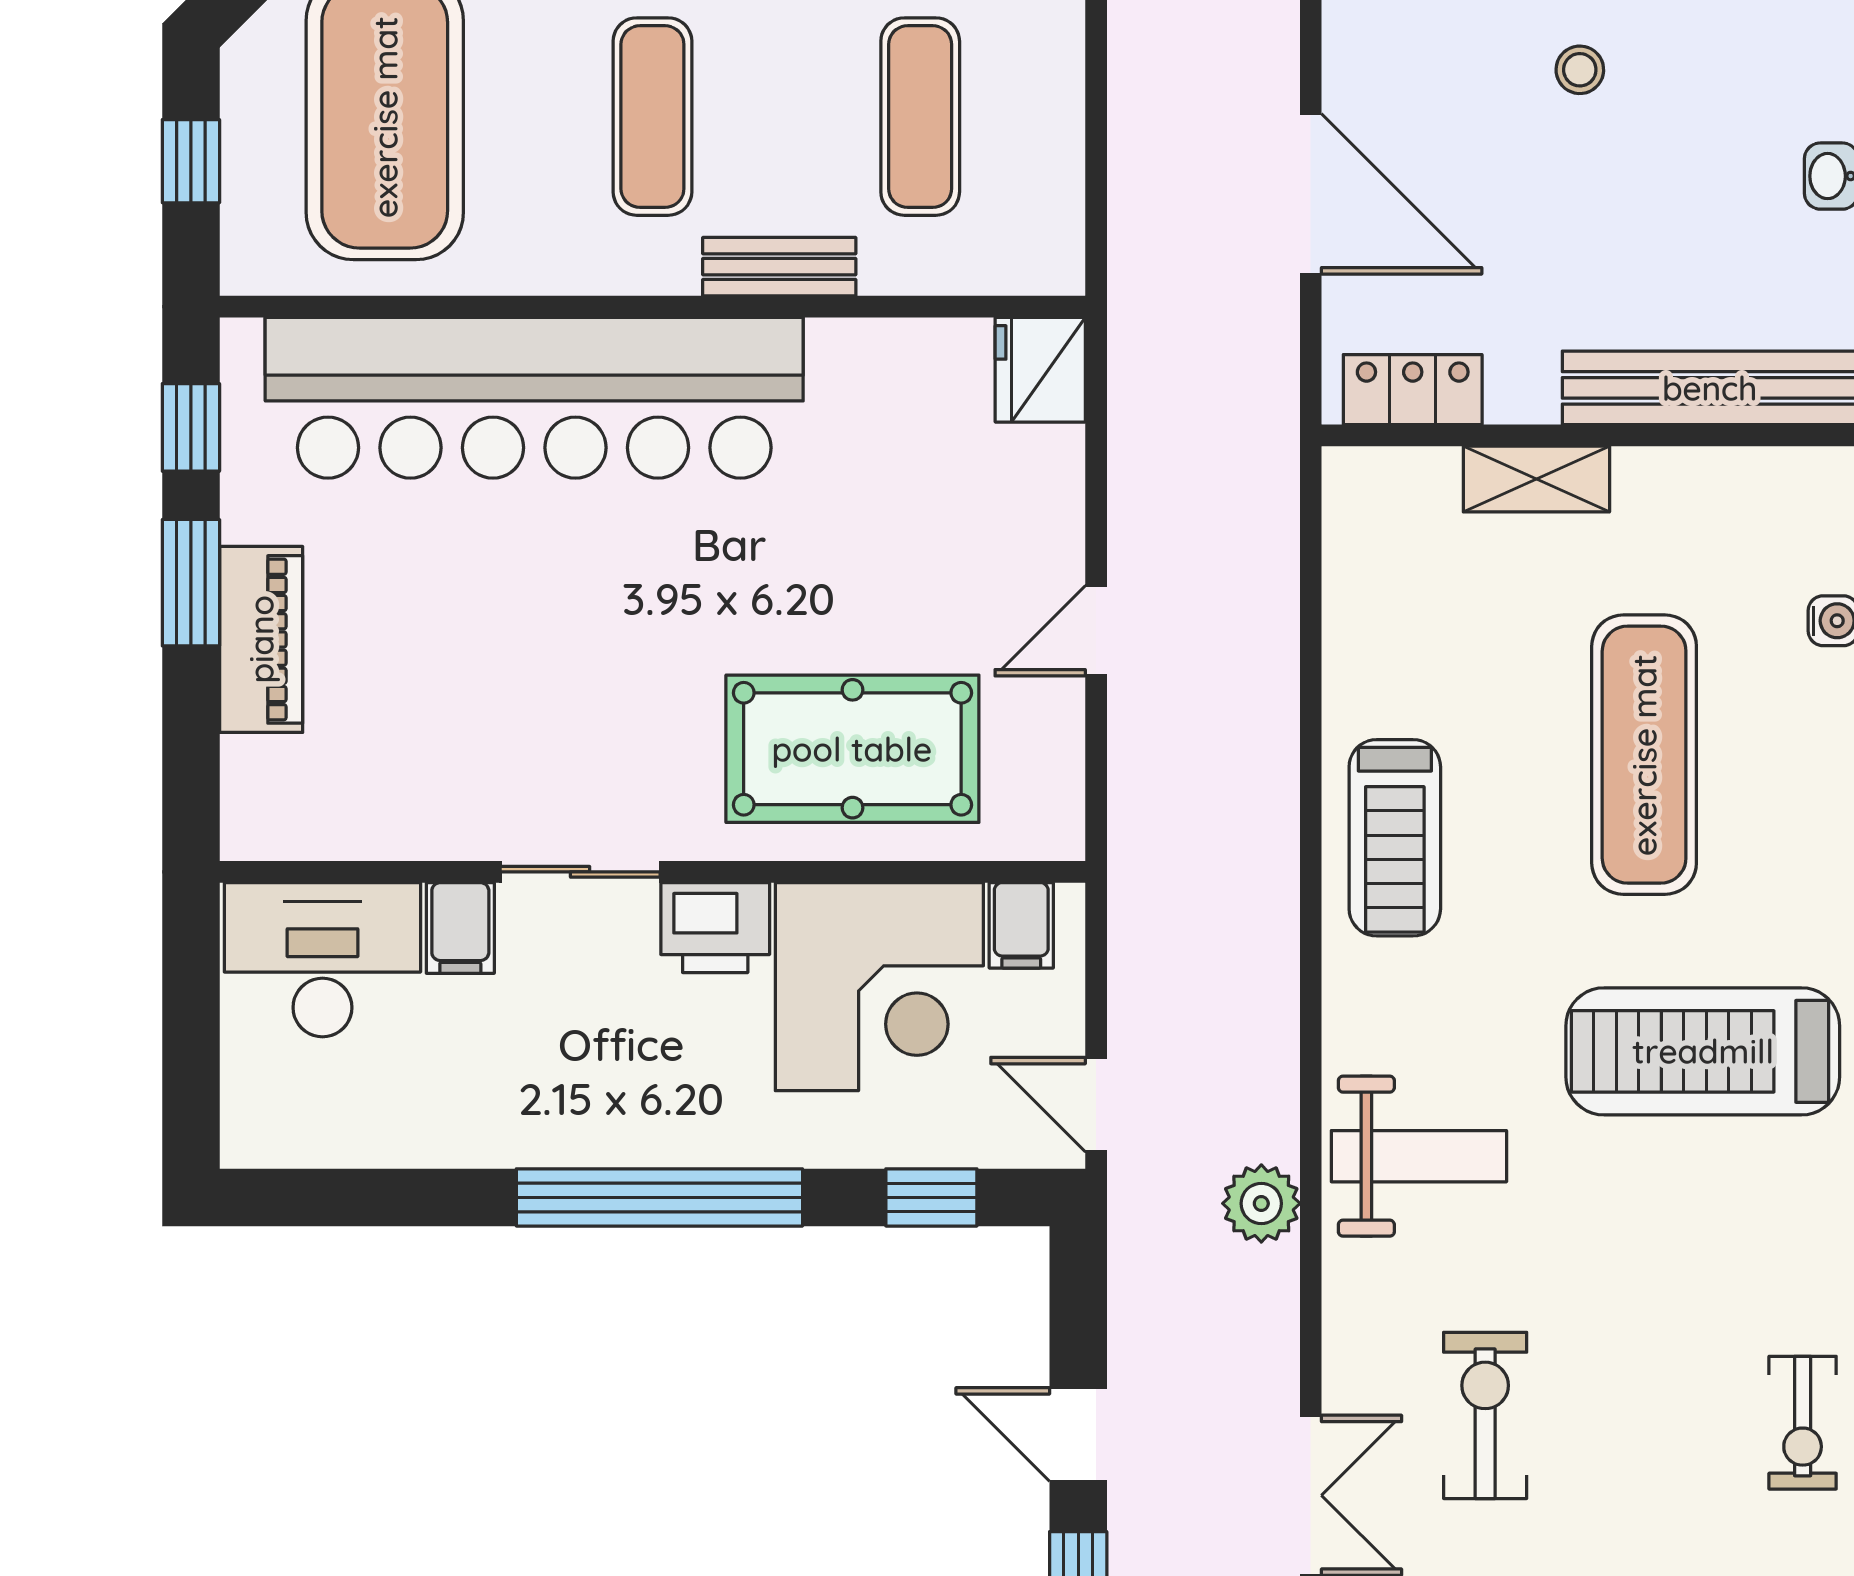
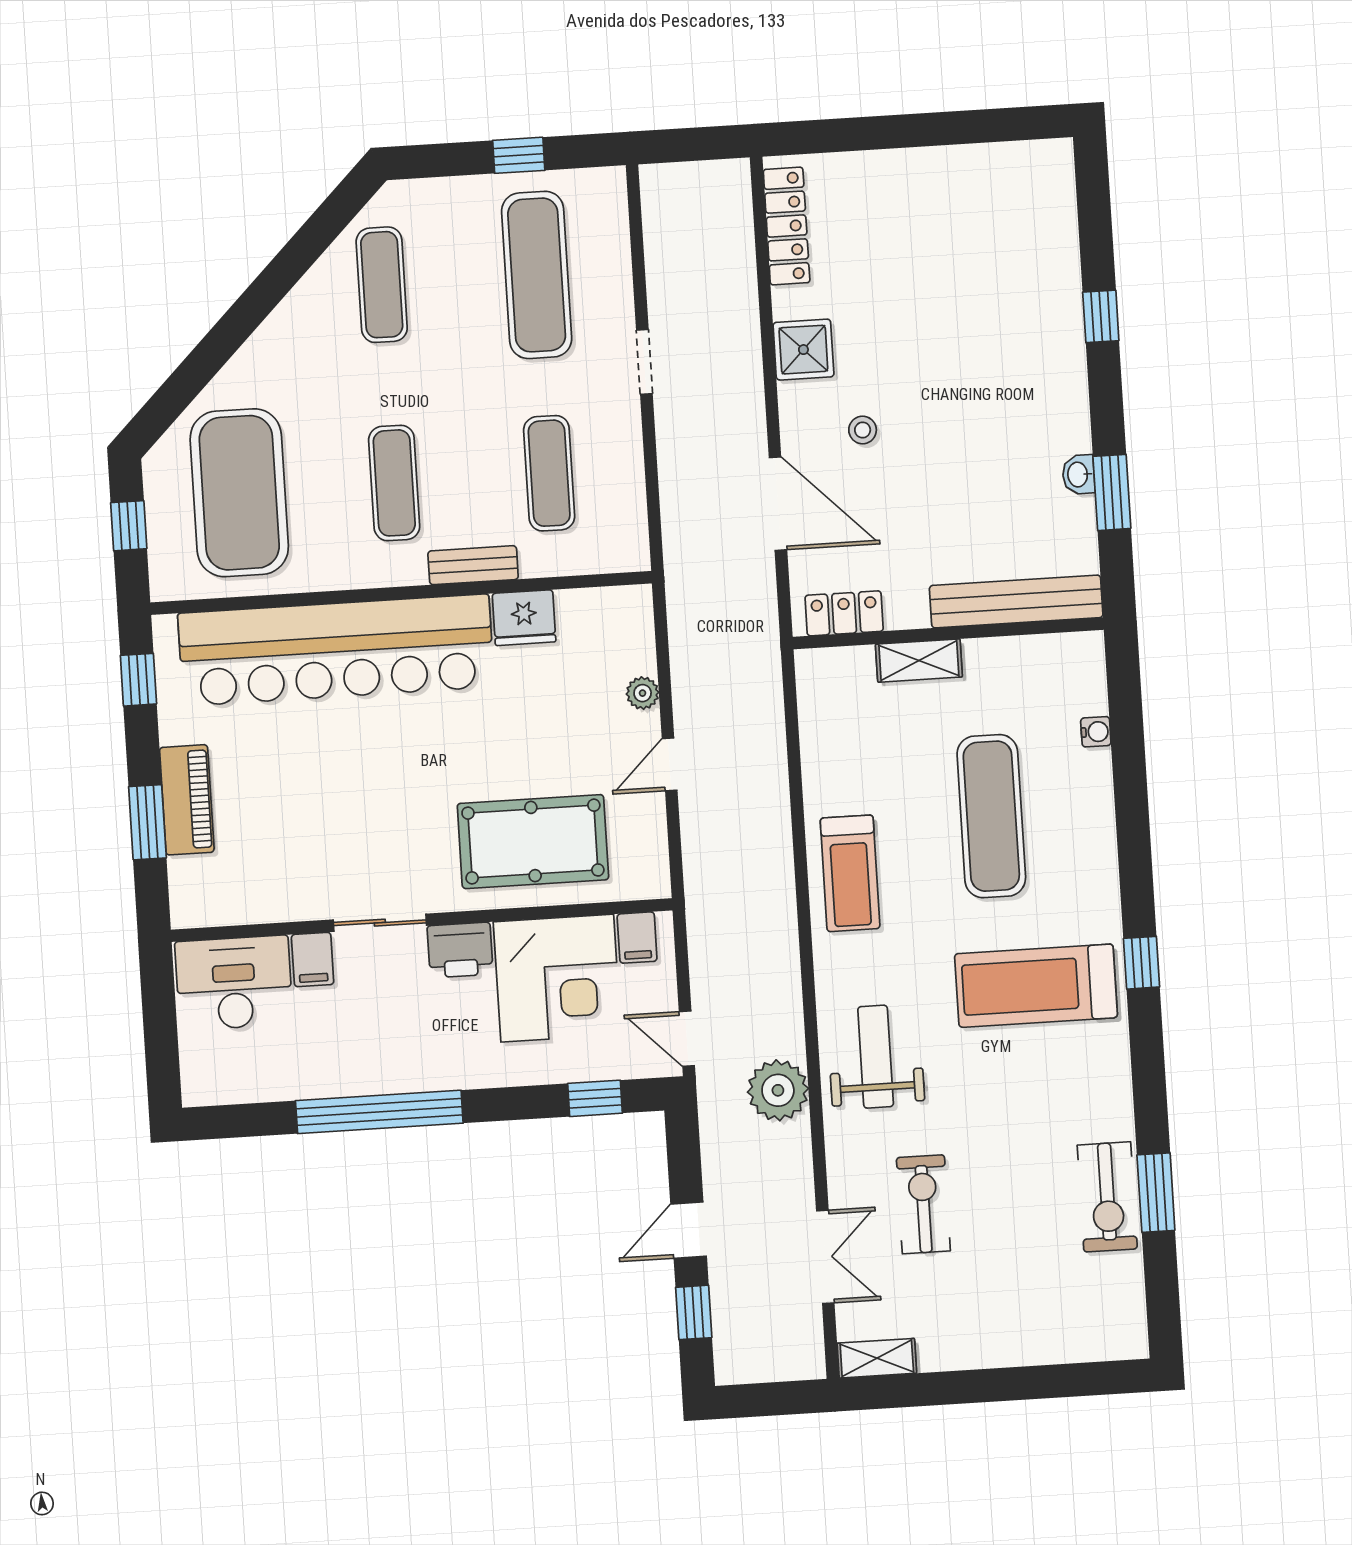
stool: (1580, 70) -> (863, 430), moved
fridge: (1040, 370) -> (524, 618), moved, turned -90
plant: (1057, 505) -> (643, 693), added
window: (191, 583) -> (147, 822), moved
weight bench: (1419, 1156) -> (876, 1057), turned -90
window: (659, 1197) -> (379, 1112), moved
plant: (1261, 1203) -> (778, 1090), width x1.36, depth x1.36
exercise bike: (1803, 1423) -> (1107, 1197), width x1.38, depth x1.39
door: (1078, 1434) -> (689, 1230), hinge flipped

